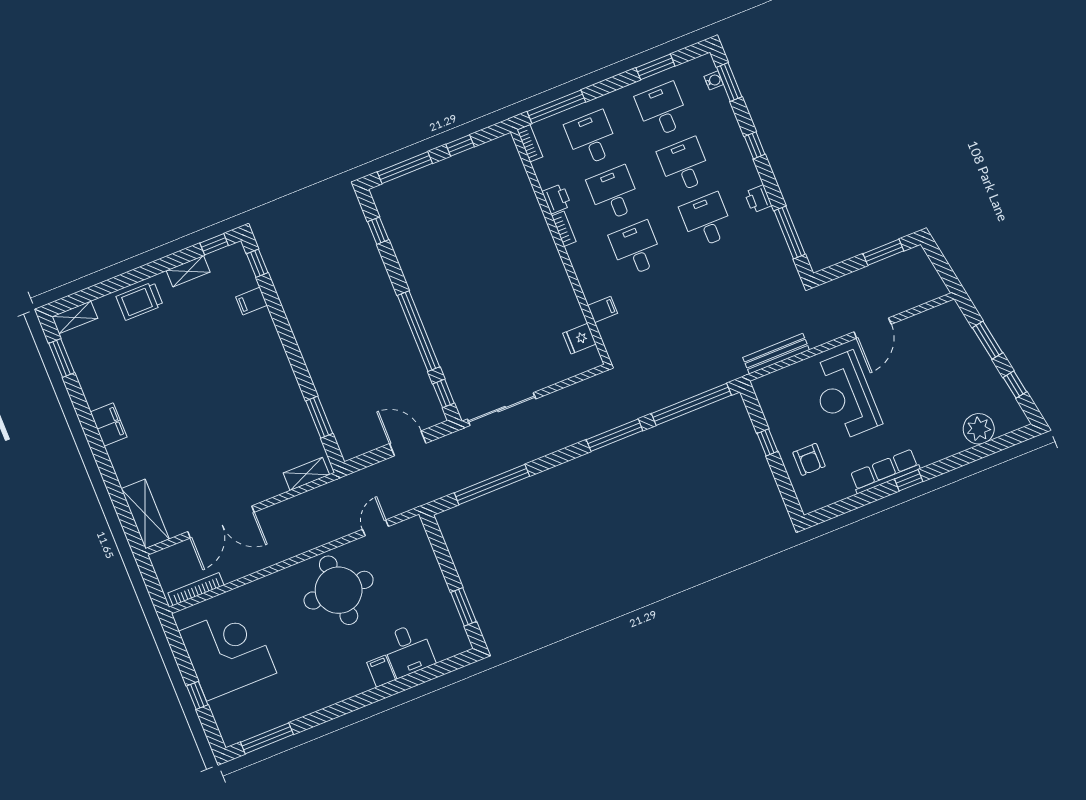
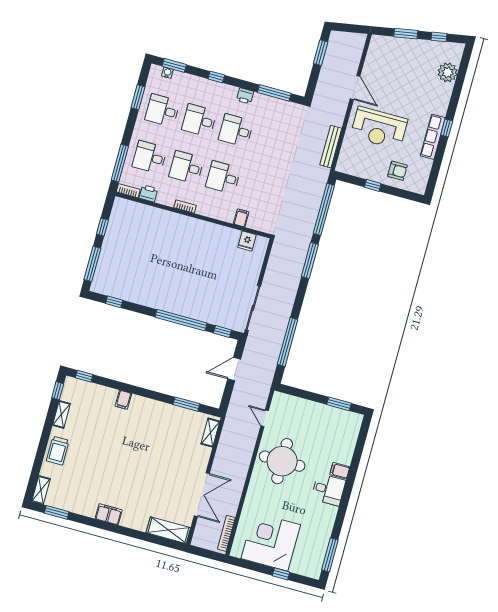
printer: (557, 199) -> (148, 193), moved
filing cabinet: (252, 301) -> (123, 400), moved
desk: (408, 650) -> (328, 490), moved

